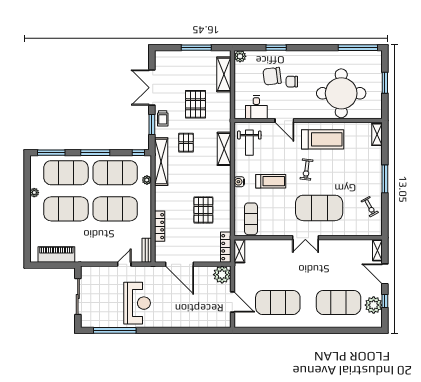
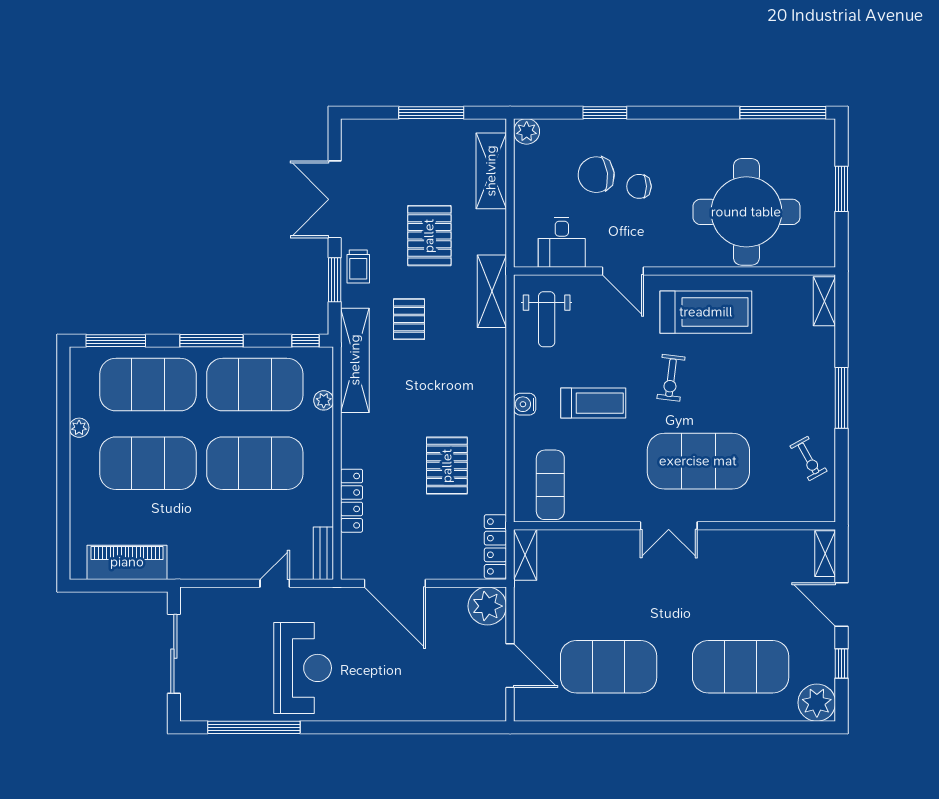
shelving: (224, 149) -> (492, 291), moved
plant: (374, 305) -> (817, 703), moved

